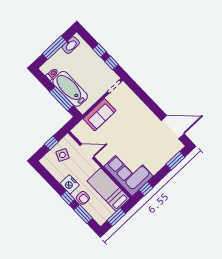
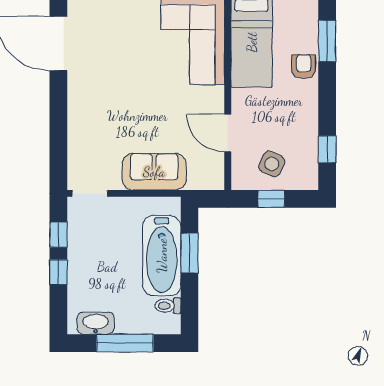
window: (62, 99) -> (190, 253), width x0.69
nightstand: (70, 184) -> (304, 108), removed
window: (68, 198) -> (327, 149), moved

